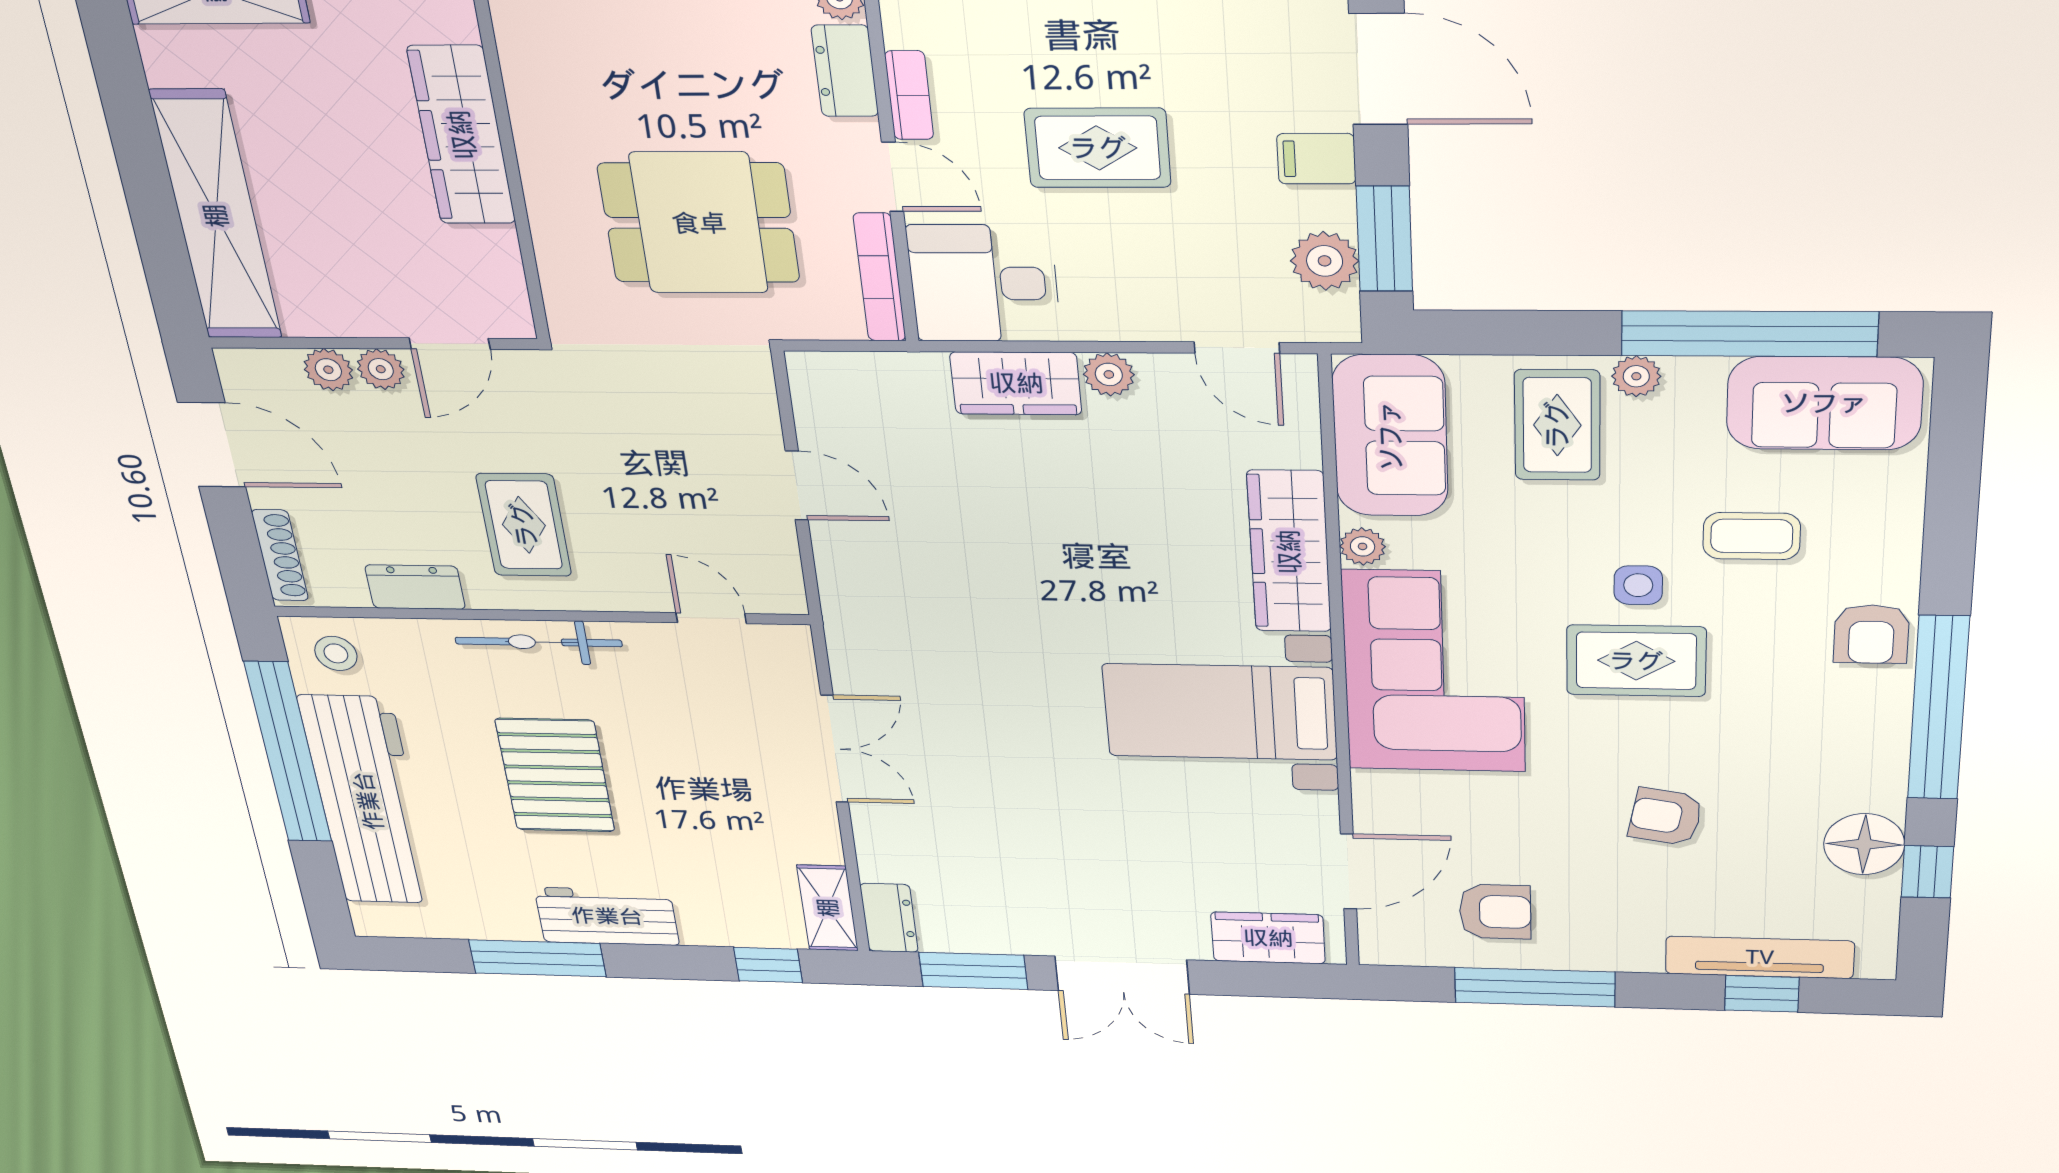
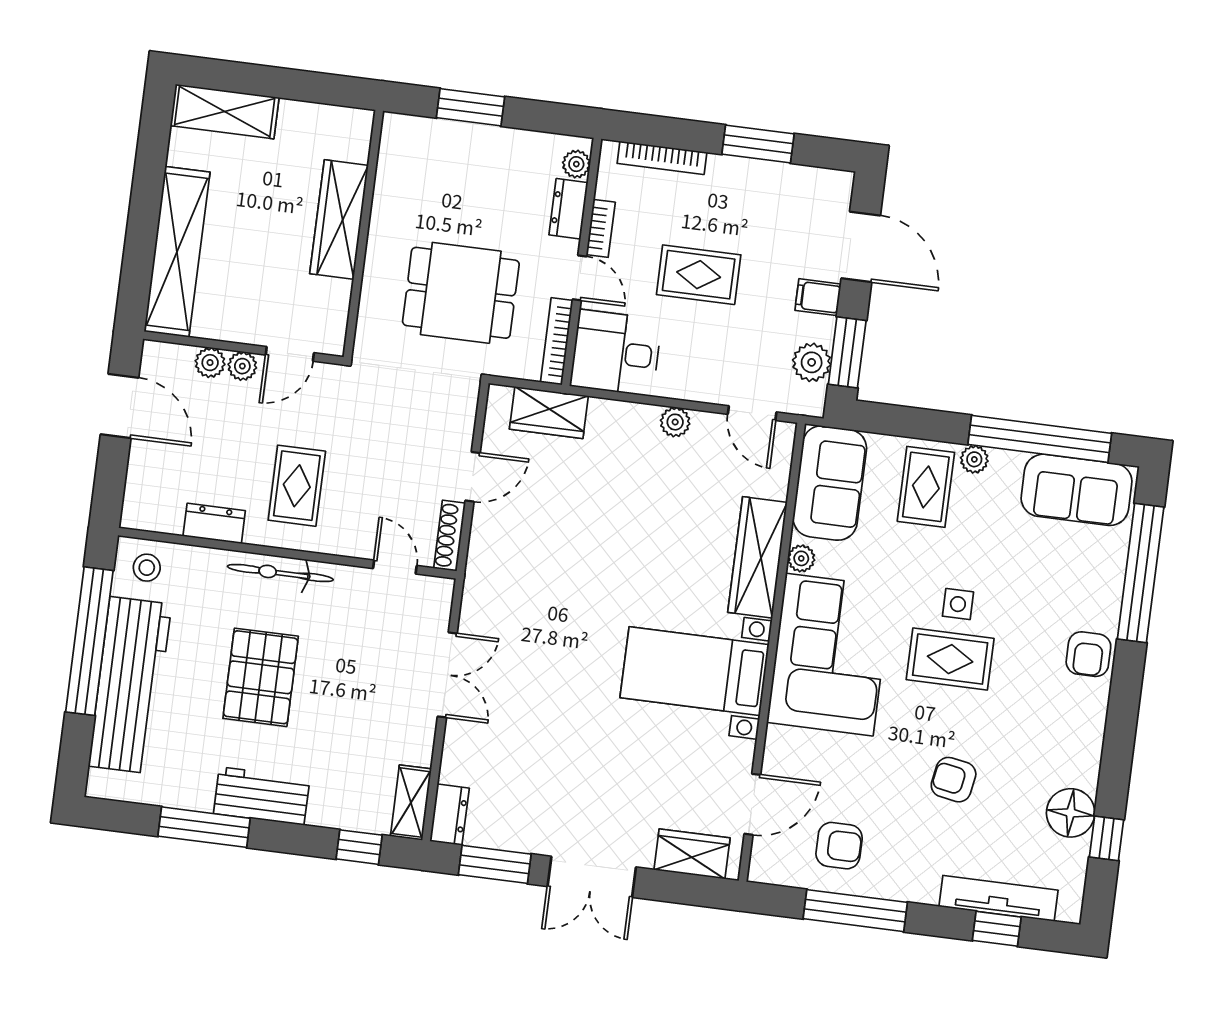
wardrobe: (1016, 383) -> (549, 412), moved
door: (797, 486) -> (473, 477), hinge flipped
coffee table: (1752, 536) -> (1027, 576), removed
shoe rack: (280, 555) -> (450, 536), moved, turned 180
window: (1938, 708) -> (1141, 573), moved

